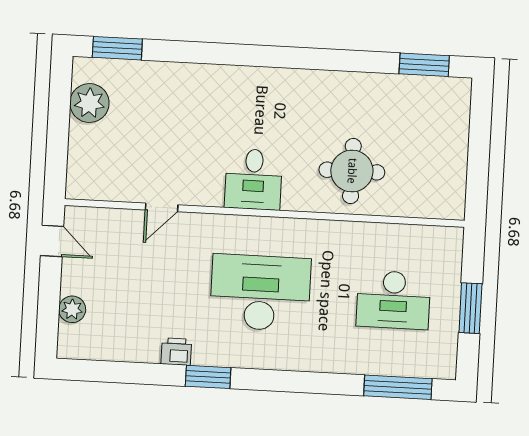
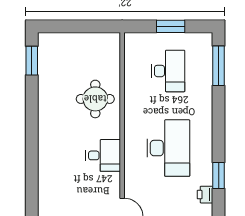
desk: (260, 293) -> (168, 148), turned 180

